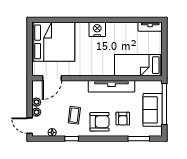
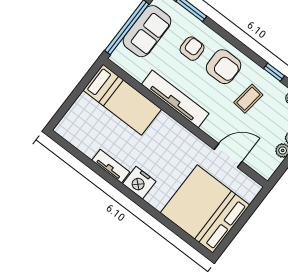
tv unit: (150, 27) -> (111, 166), moved
door: (52, 78) -> (228, 156), moved
armchair: (100, 122) -> (224, 67), turned 180

